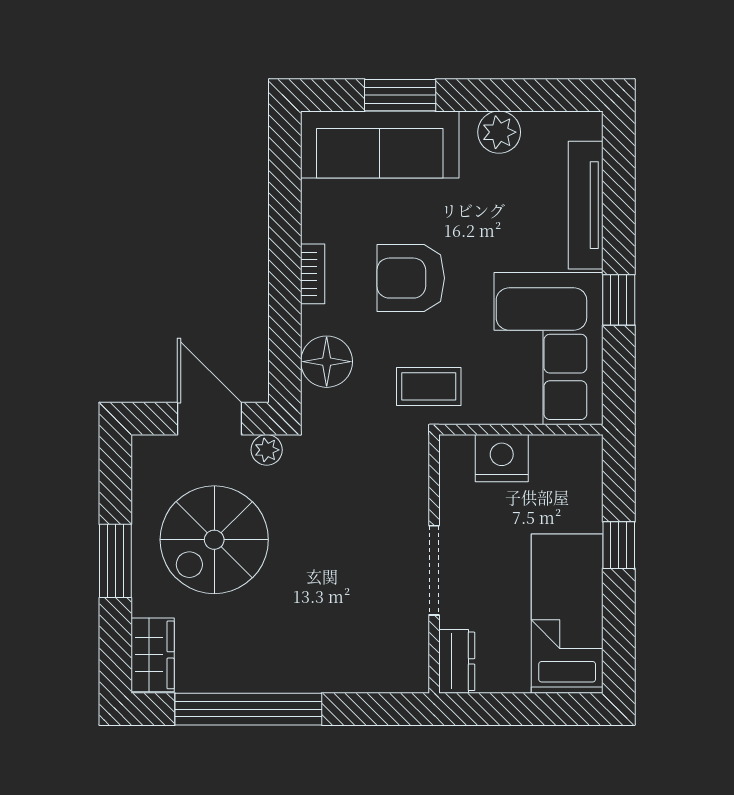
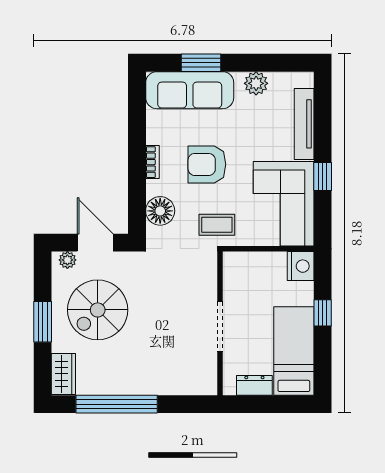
plant: (267, 450) -> (67, 260), moved
nightstand: (502, 458) -> (301, 266), moved, turned 90
dresser: (457, 661) -> (254, 385), moved, turned -90

